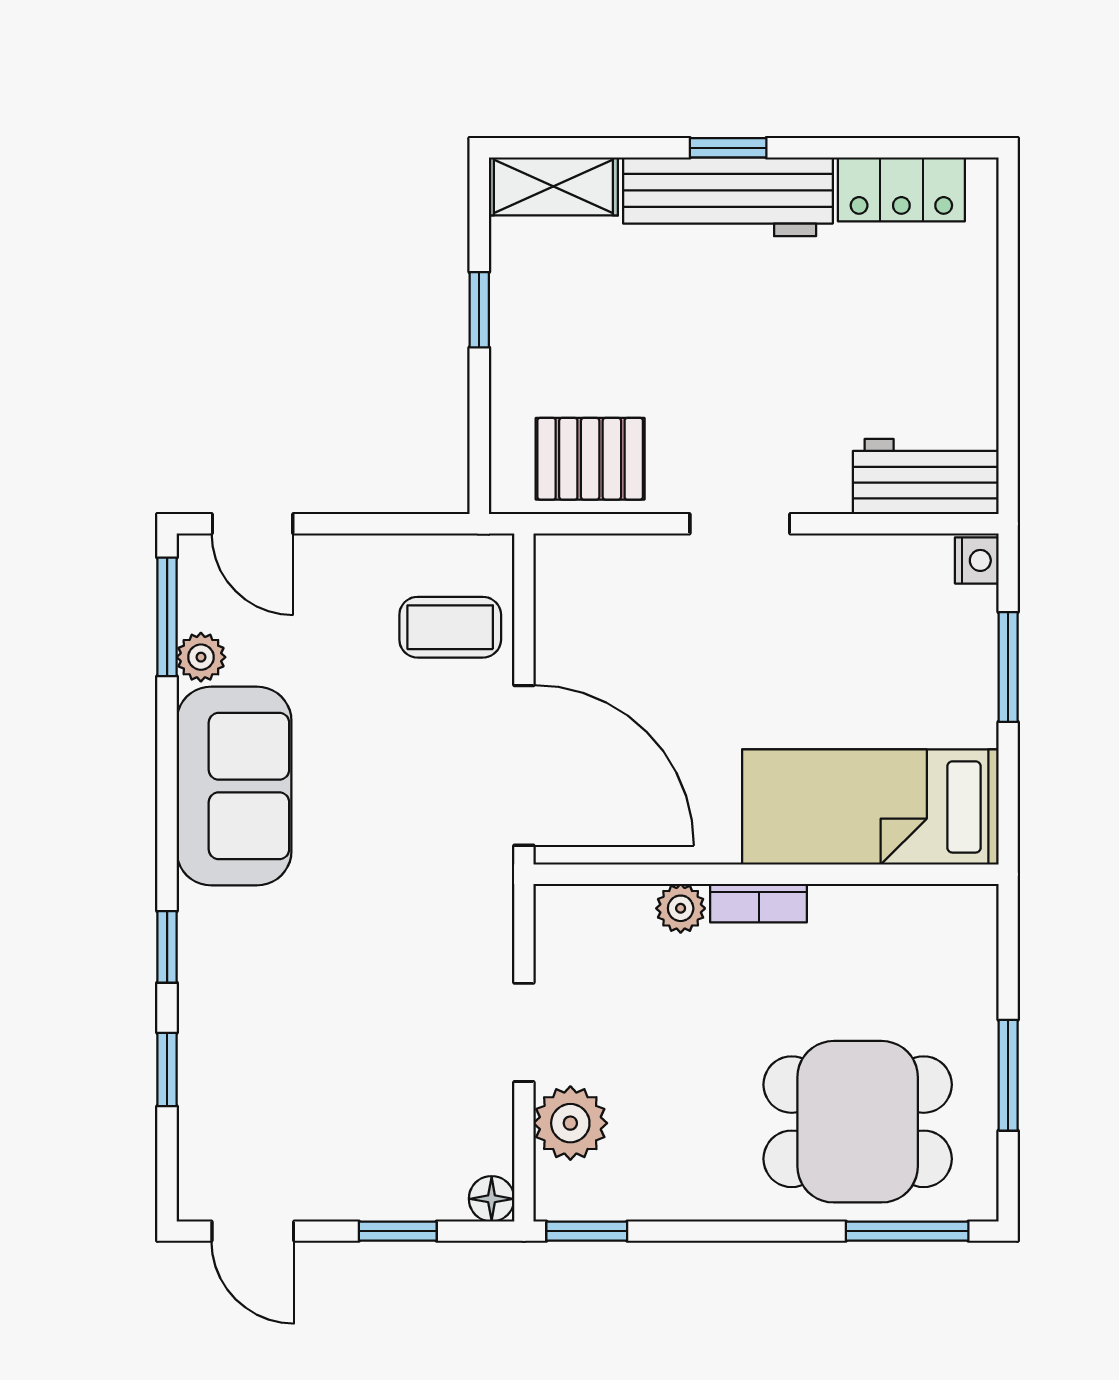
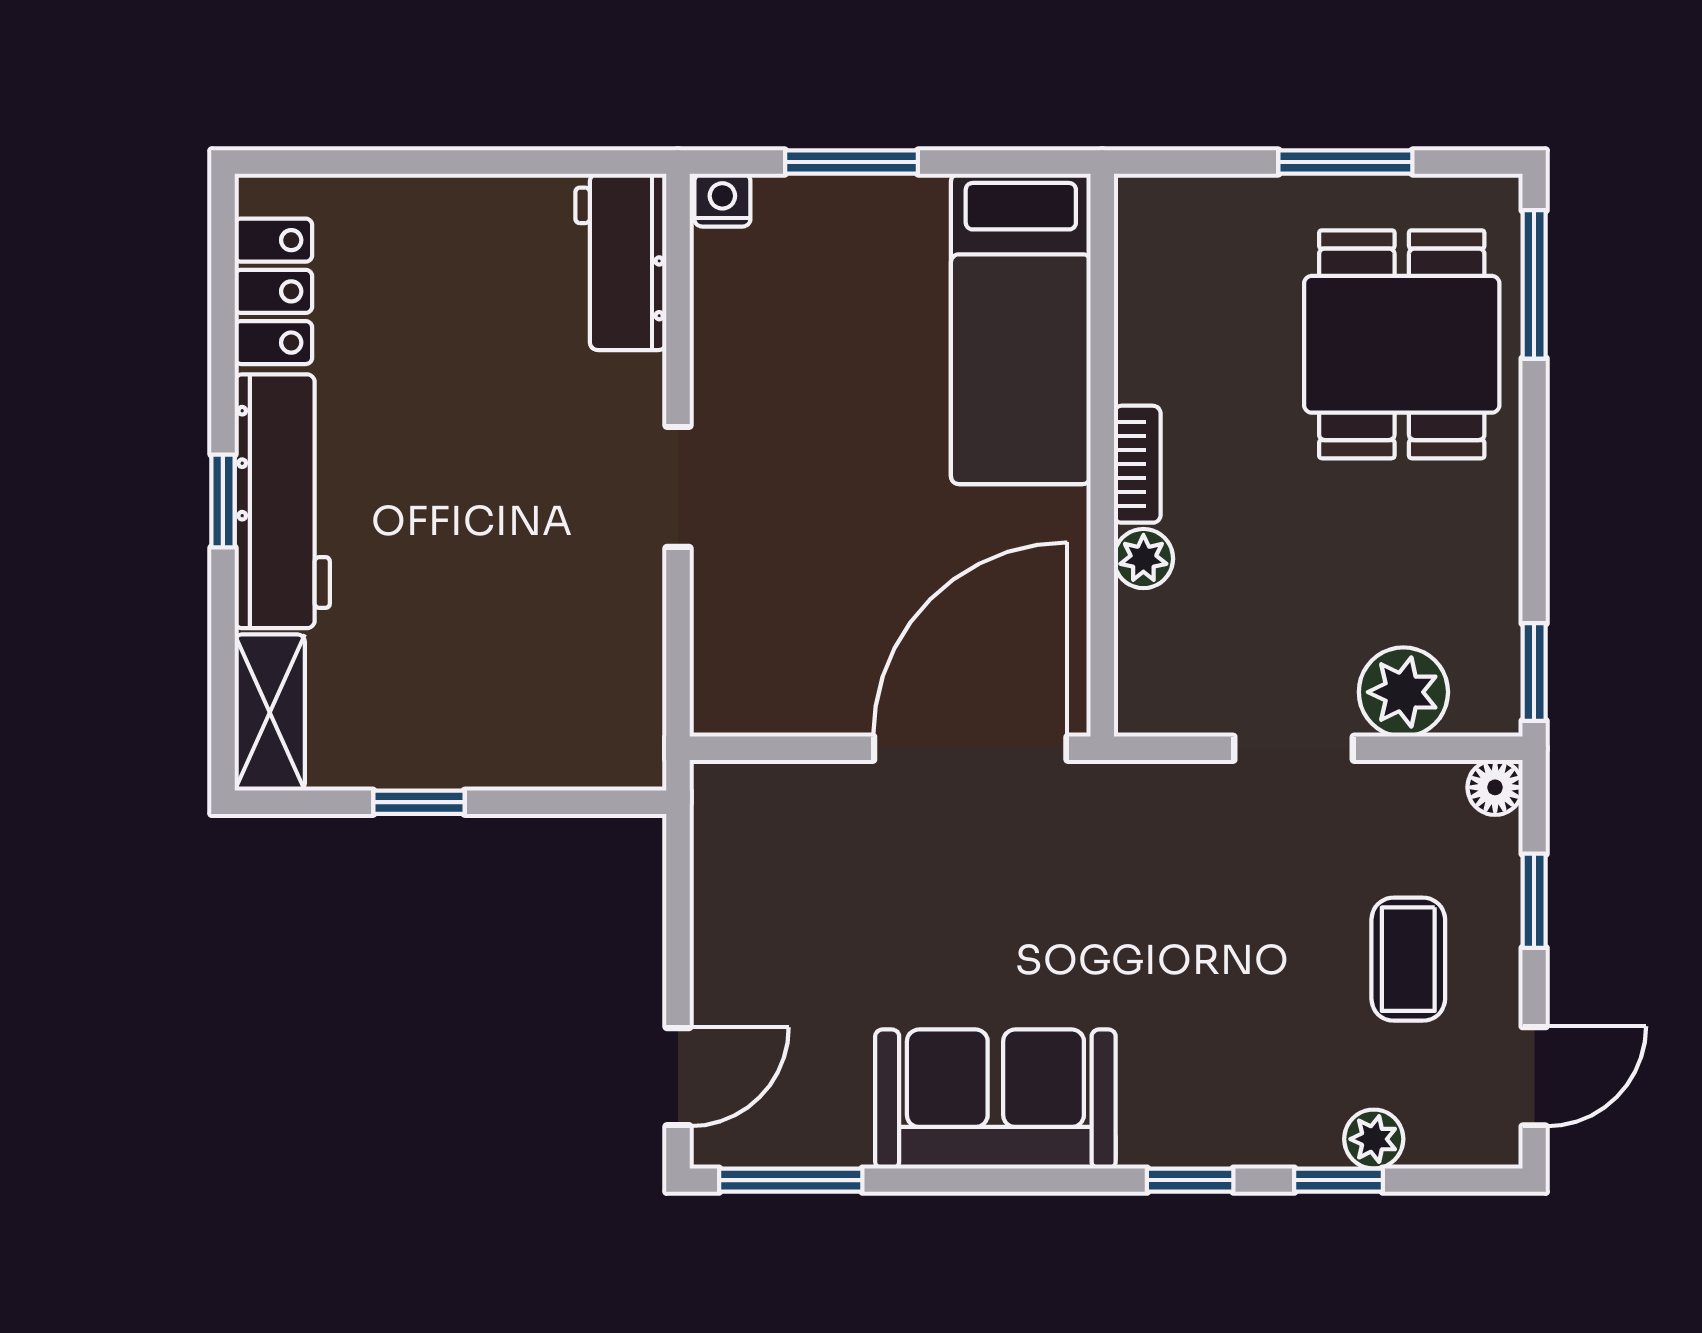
pallet: (590, 459) -> (599, 668), removed
coffee table: (450, 627) -> (1408, 959), moved
plant: (201, 657) -> (1374, 1139), moved

